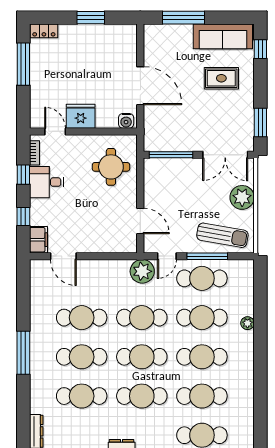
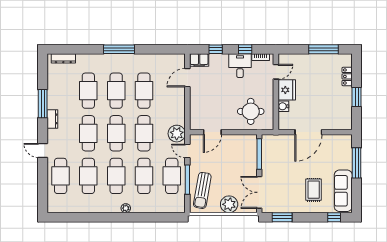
locker: (44, 31) -> (347, 76), moved
water cooler: (126, 121) -> (283, 106), moved
plant: (247, 323) -> (126, 208), moved

